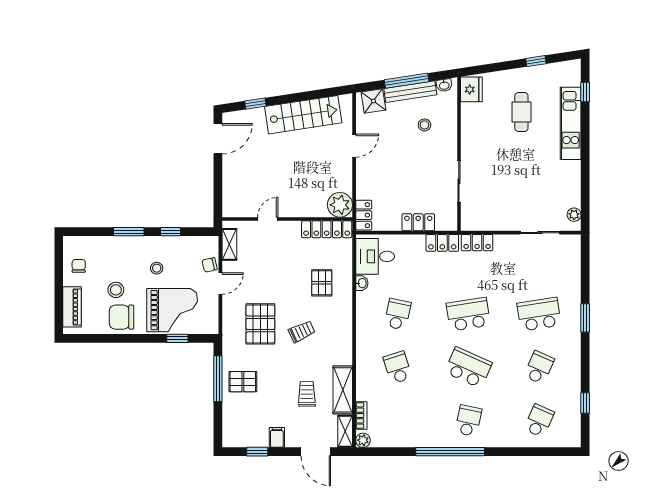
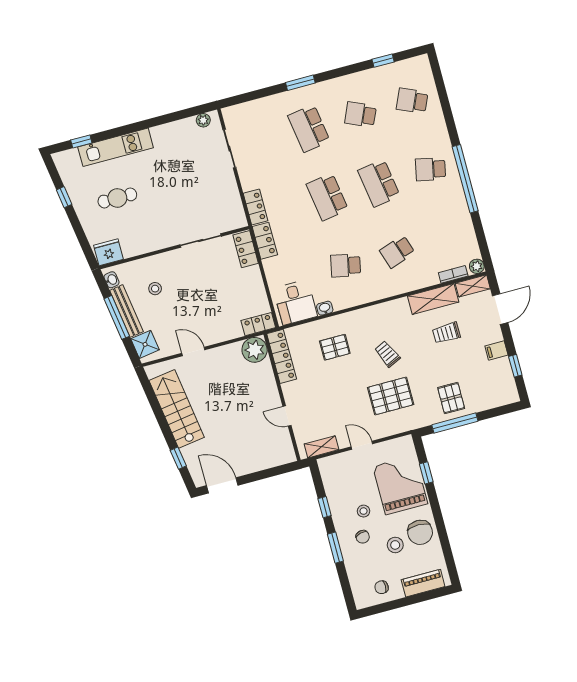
locker: (418, 222) -> (246, 249), moved
chair: (210, 265) -> (363, 537), moved
school desk: (468, 367) -> (379, 183), turned -33

